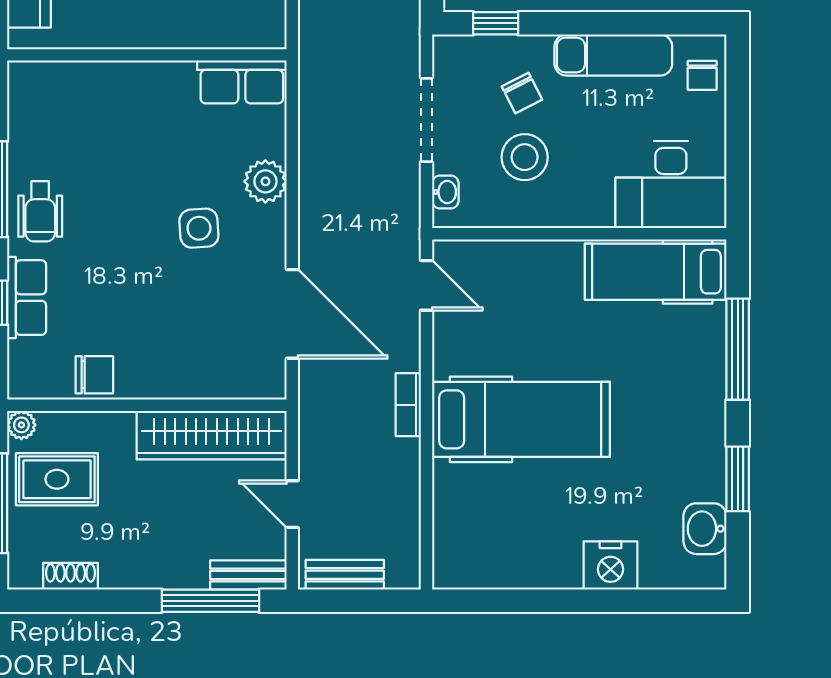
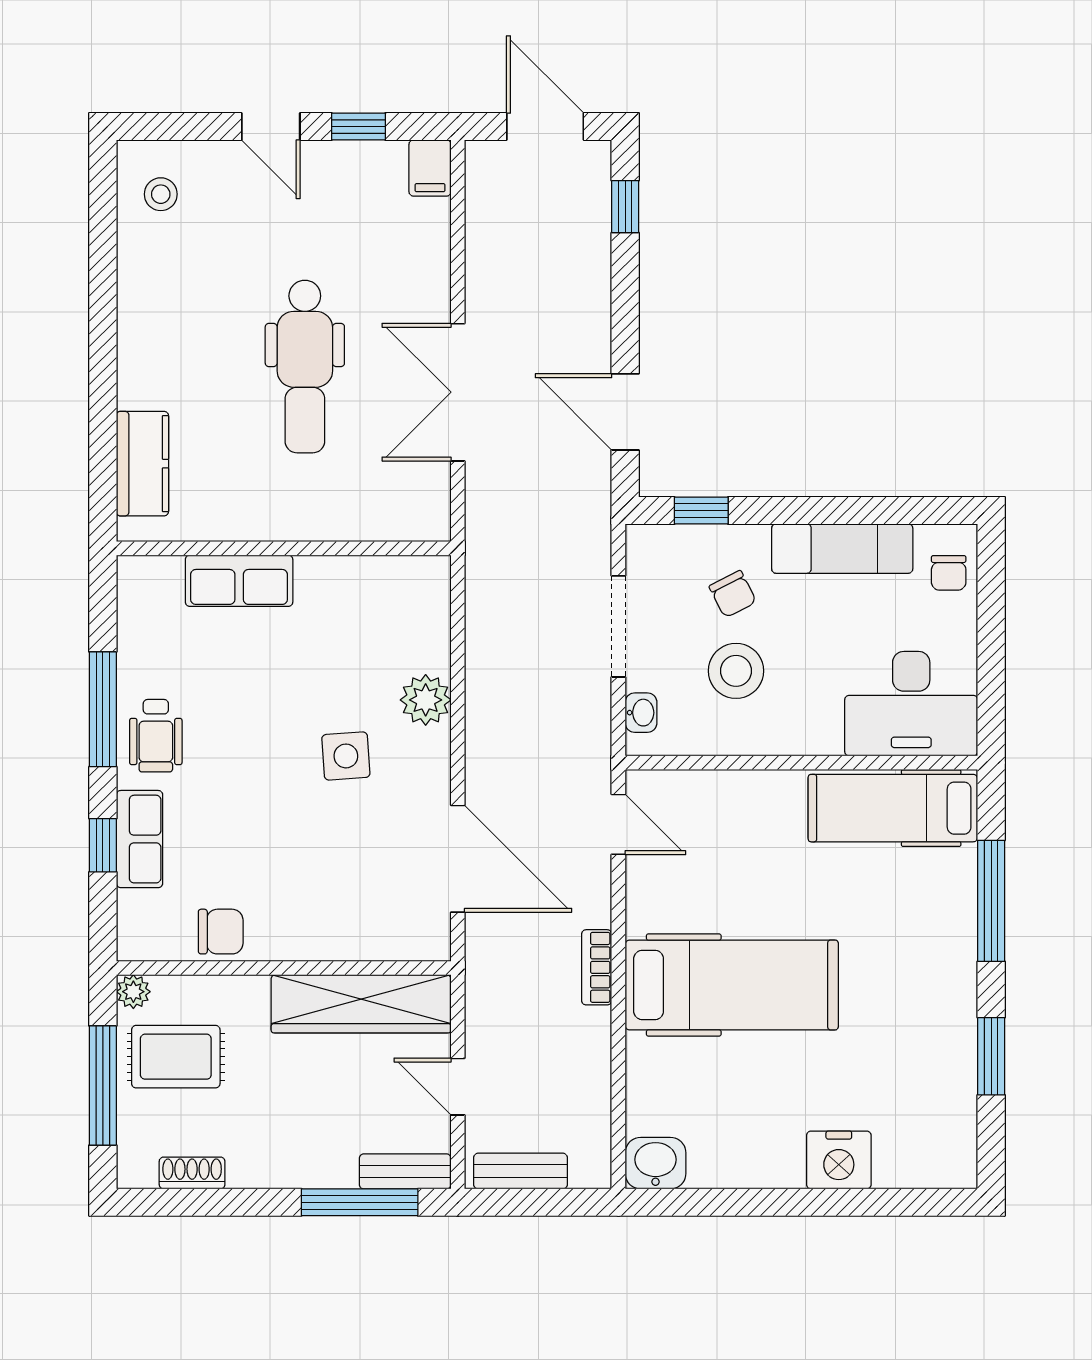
row of seats: (242, 82) -> (239, 581), moved
washbasin: (705, 529) -> (656, 1163), moved, turned 90

